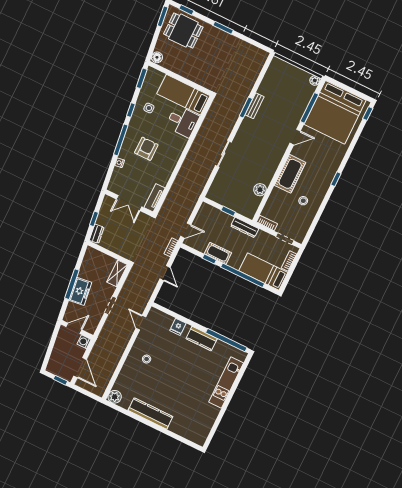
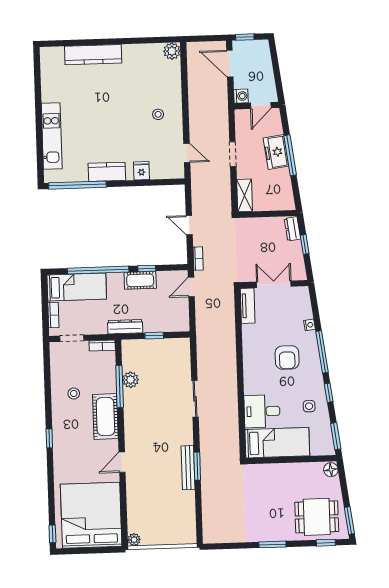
bench: (255, 106) -> (188, 468), width x1.36
window: (309, 108) -> (120, 386), moved
kitchen counter: (150, 413) -> (93, 55), moved

